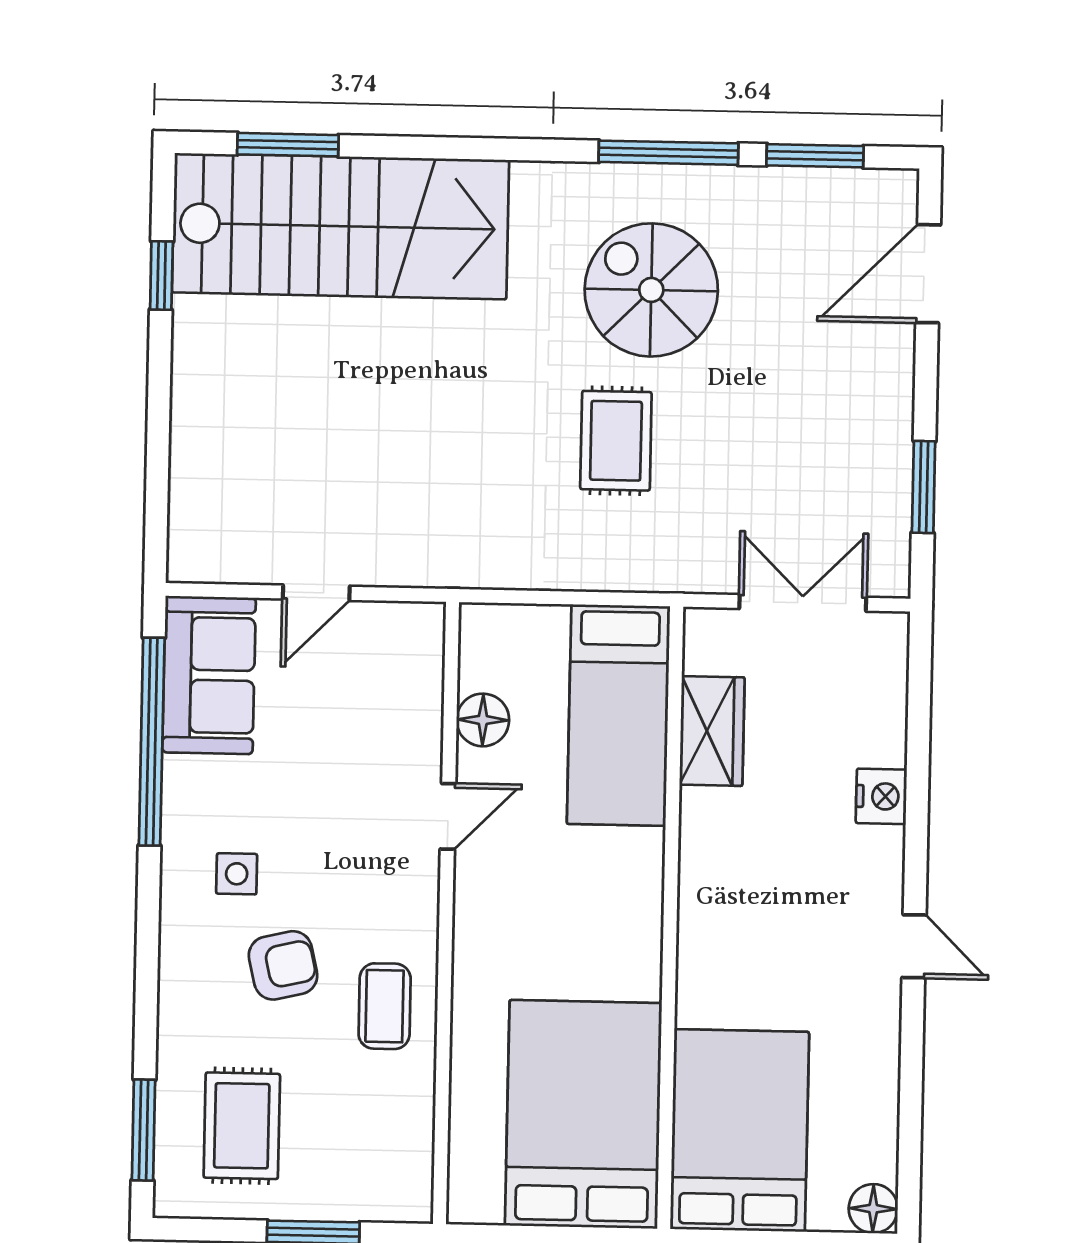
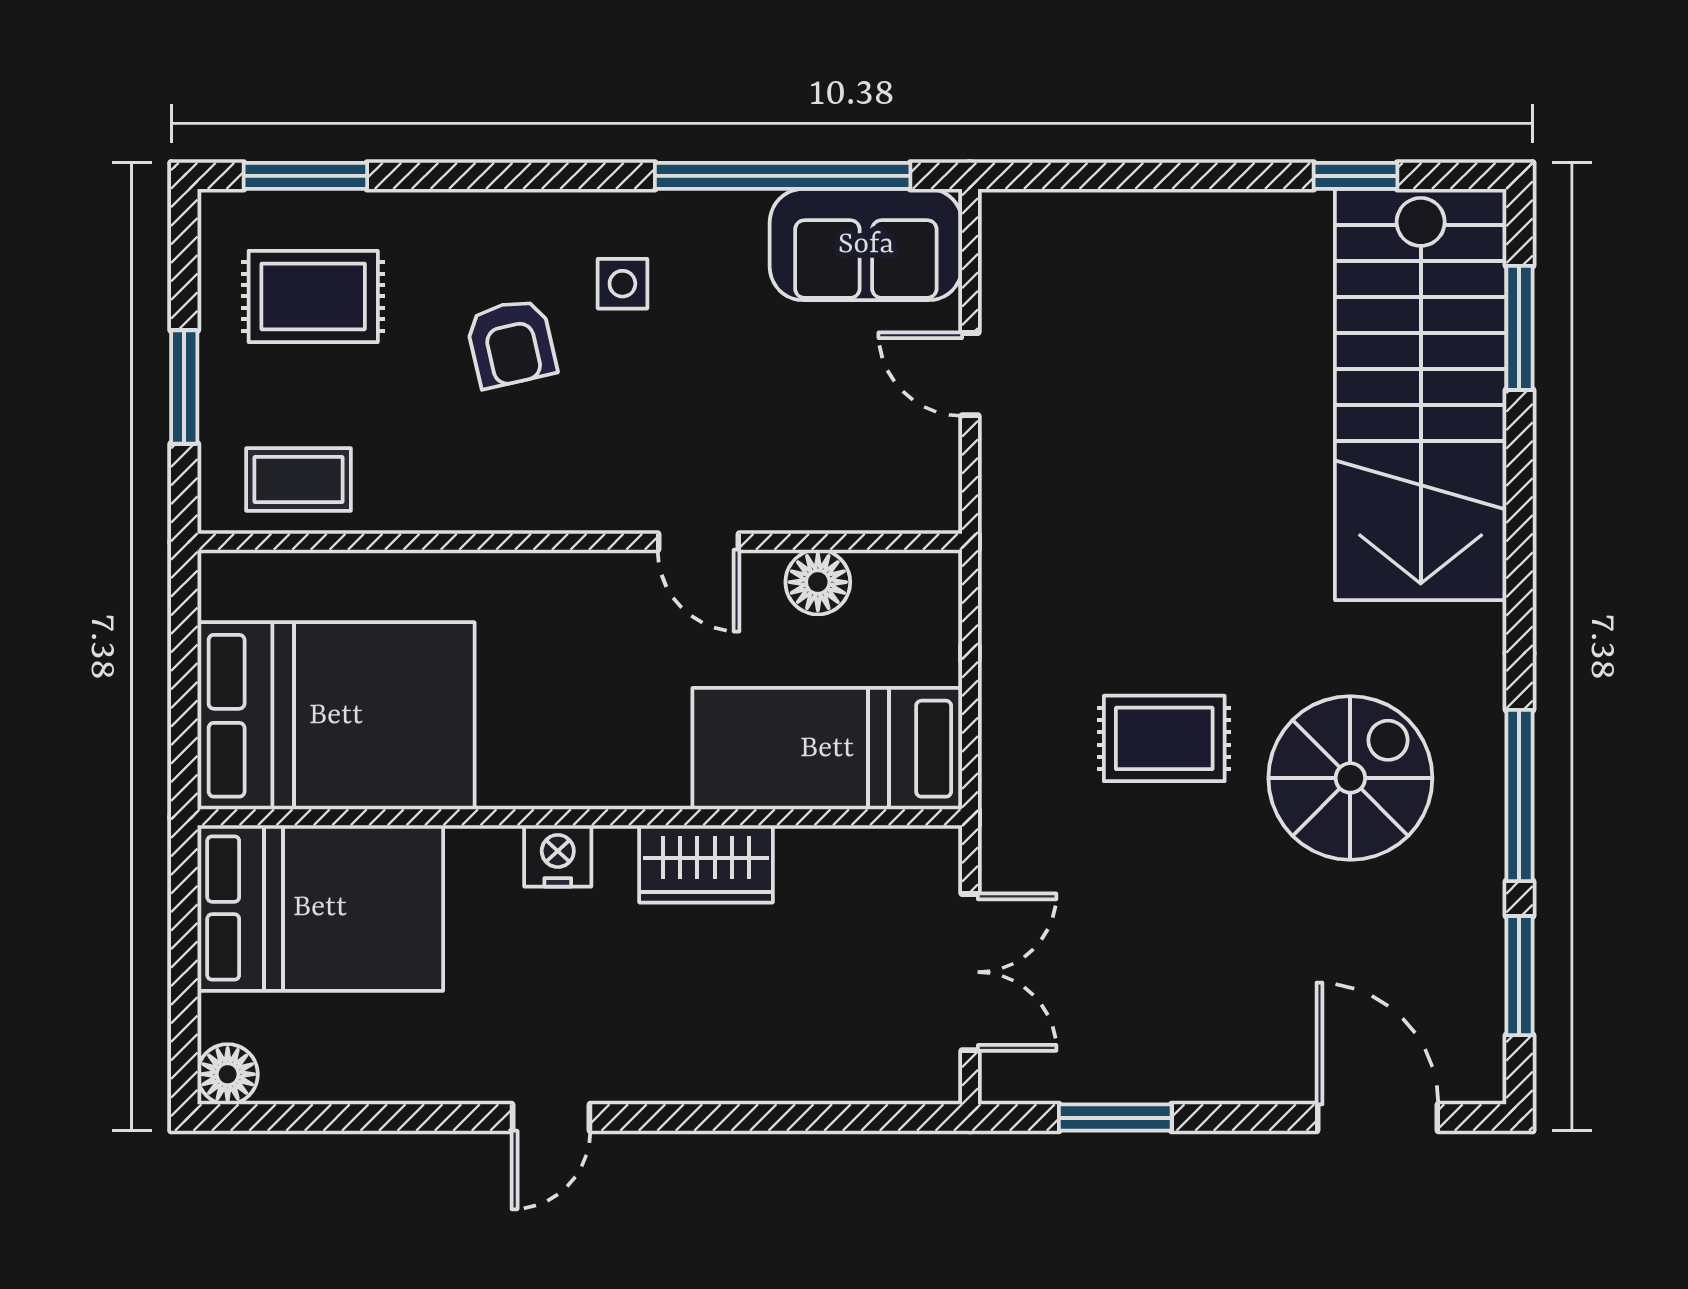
wardrobe: (712, 731) -> (706, 864), moved
nightstand: (881, 796) -> (558, 856), moved, turned 180
coffee table: (385, 1006) -> (298, 480), moved

